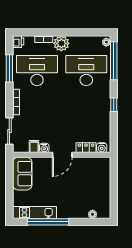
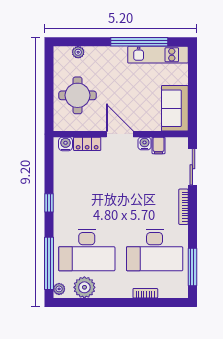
printer: (18, 42) -> (180, 290), removed
plant: (61, 43) -> (84, 287), moved
window: (9, 68) -> (192, 267), moved
door: (62, 155) -> (120, 134), hinge flipped
round table: (93, 183) -> (78, 95), added

